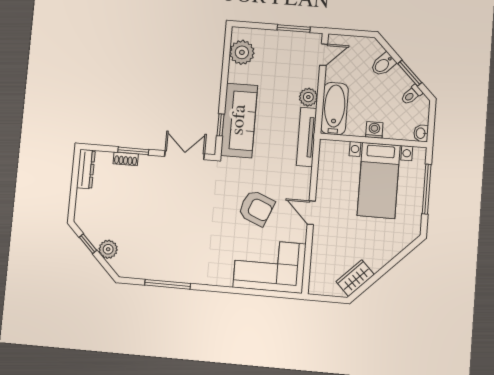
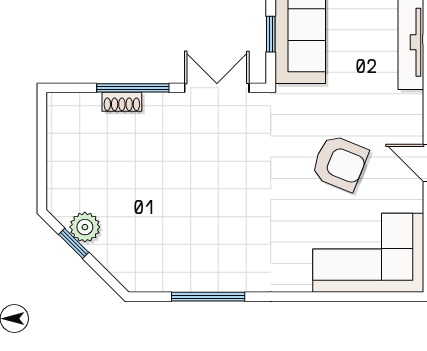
window: (133, 151) -> (133, 88), width x1.44
dresser: (86, 169) -> (59, 124), removed
plant: (108, 249) -> (85, 227), moved

